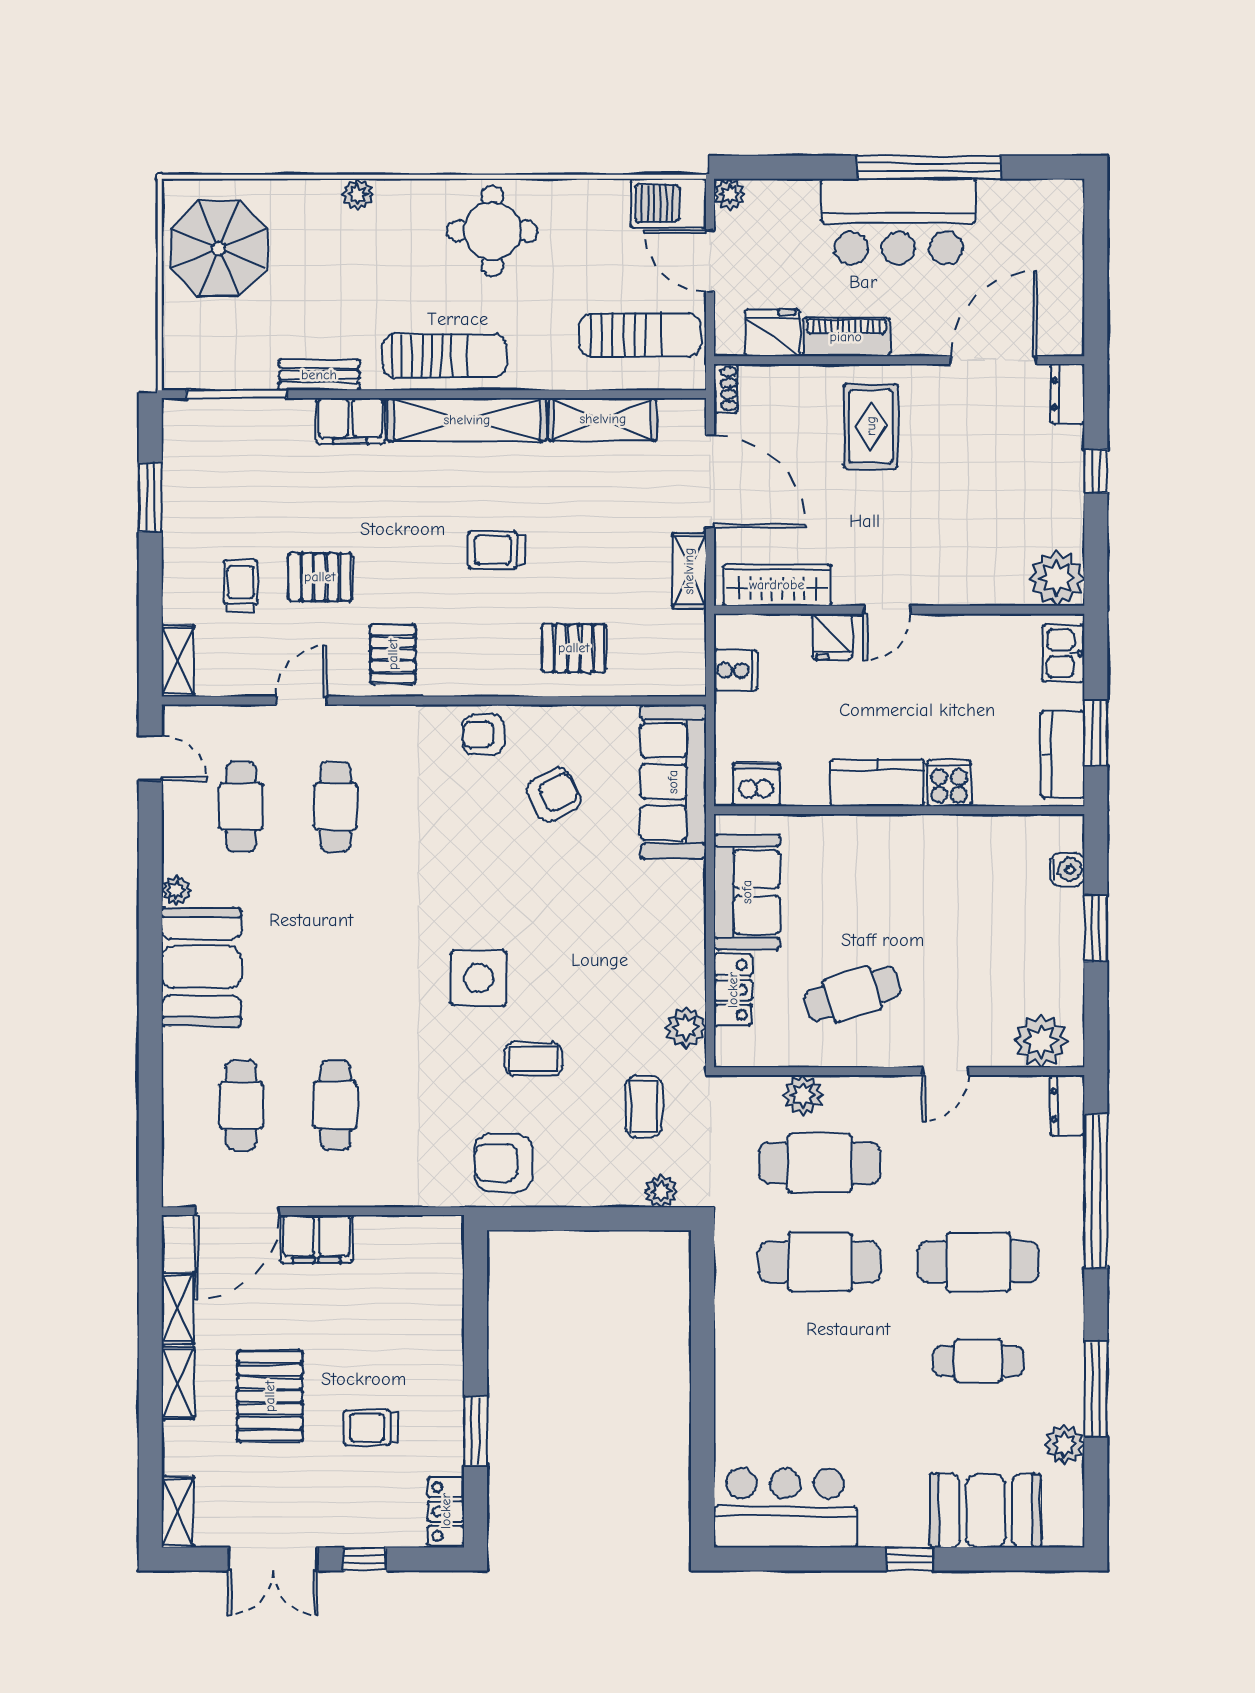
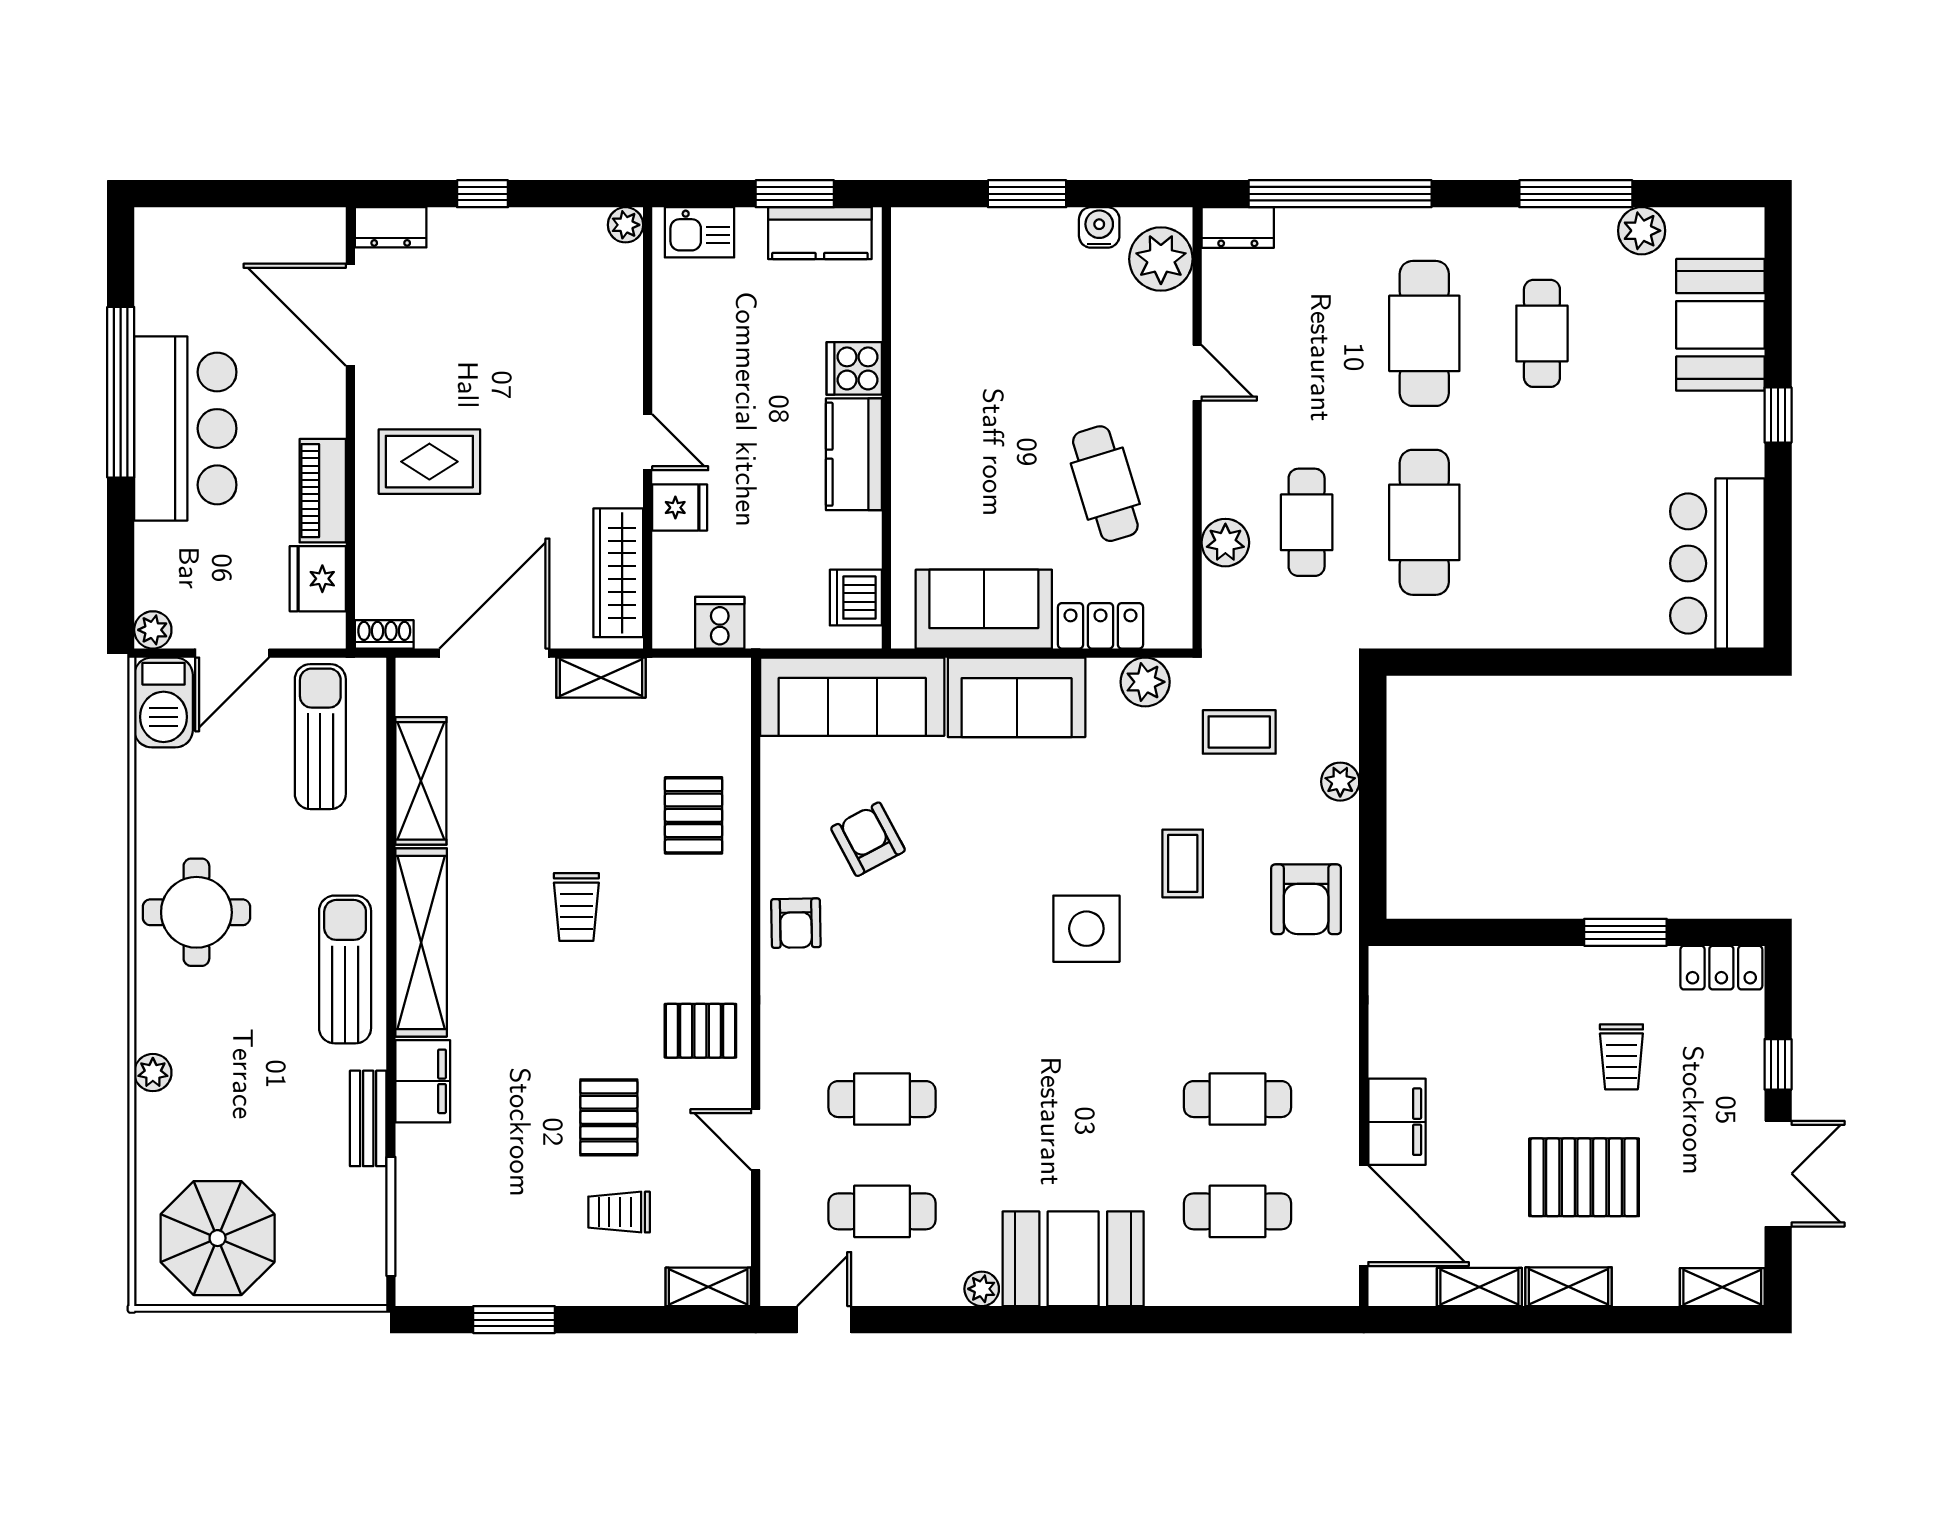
plant: (1057, 578) -> (626, 225), width x0.53, depth x0.53
water cooler: (1067, 870) -> (1099, 227), moved
sofa: (673, 920) -> (1017, 697), added
cafe table: (820, 1163) -> (1307, 522), width x0.73, depth x0.74
plant: (661, 1191) -> (1340, 782), moved

